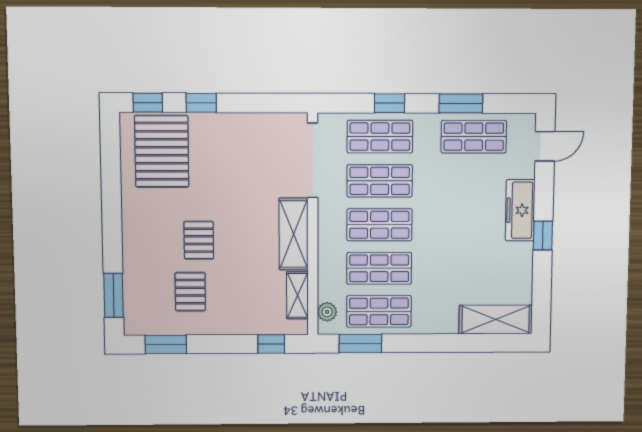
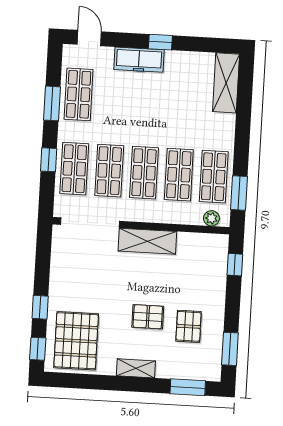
pallet: (162, 151) -> (76, 341), turned 90
pallet: (190, 292) -> (189, 326), turned 90
shelving: (297, 295) -> (136, 368), moved

